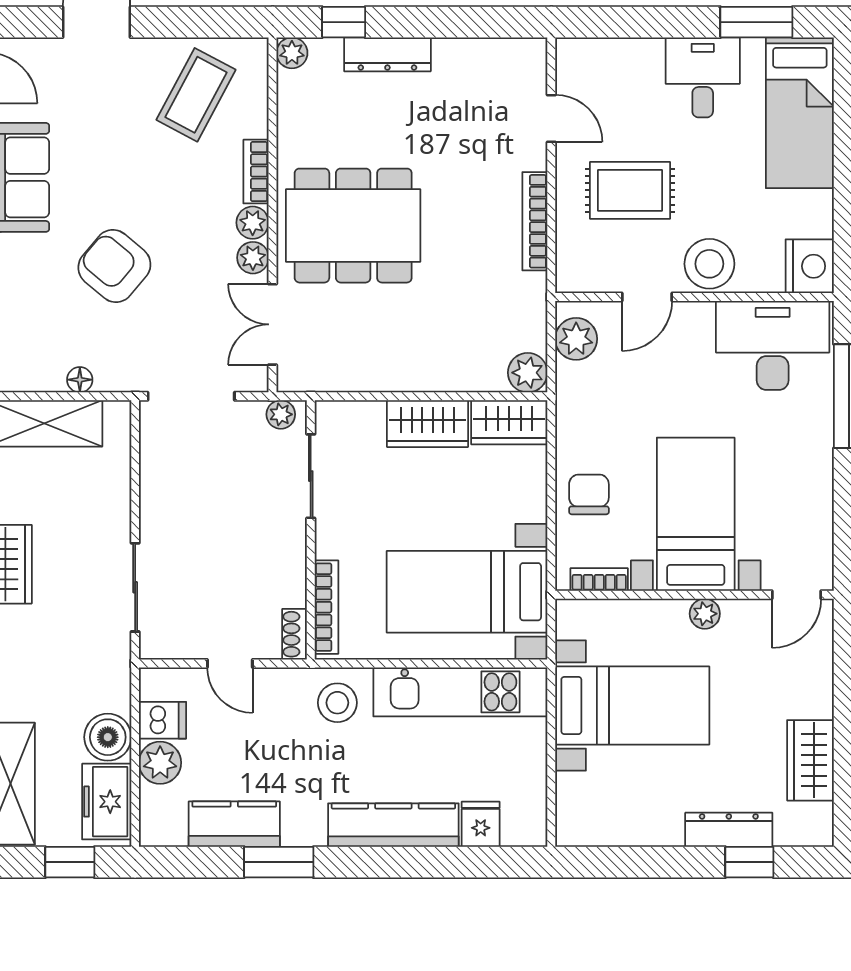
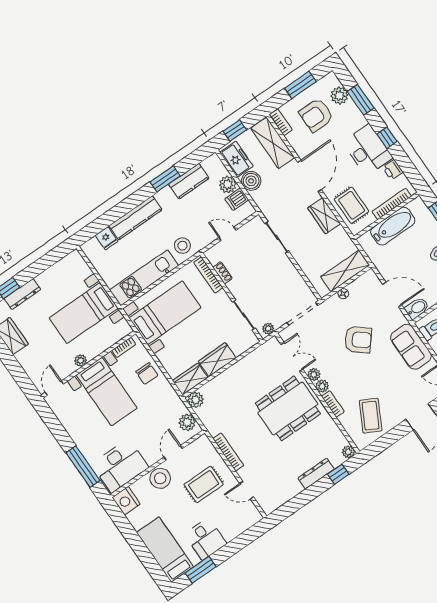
shoe rack: (295, 634) -> (223, 273), moved

